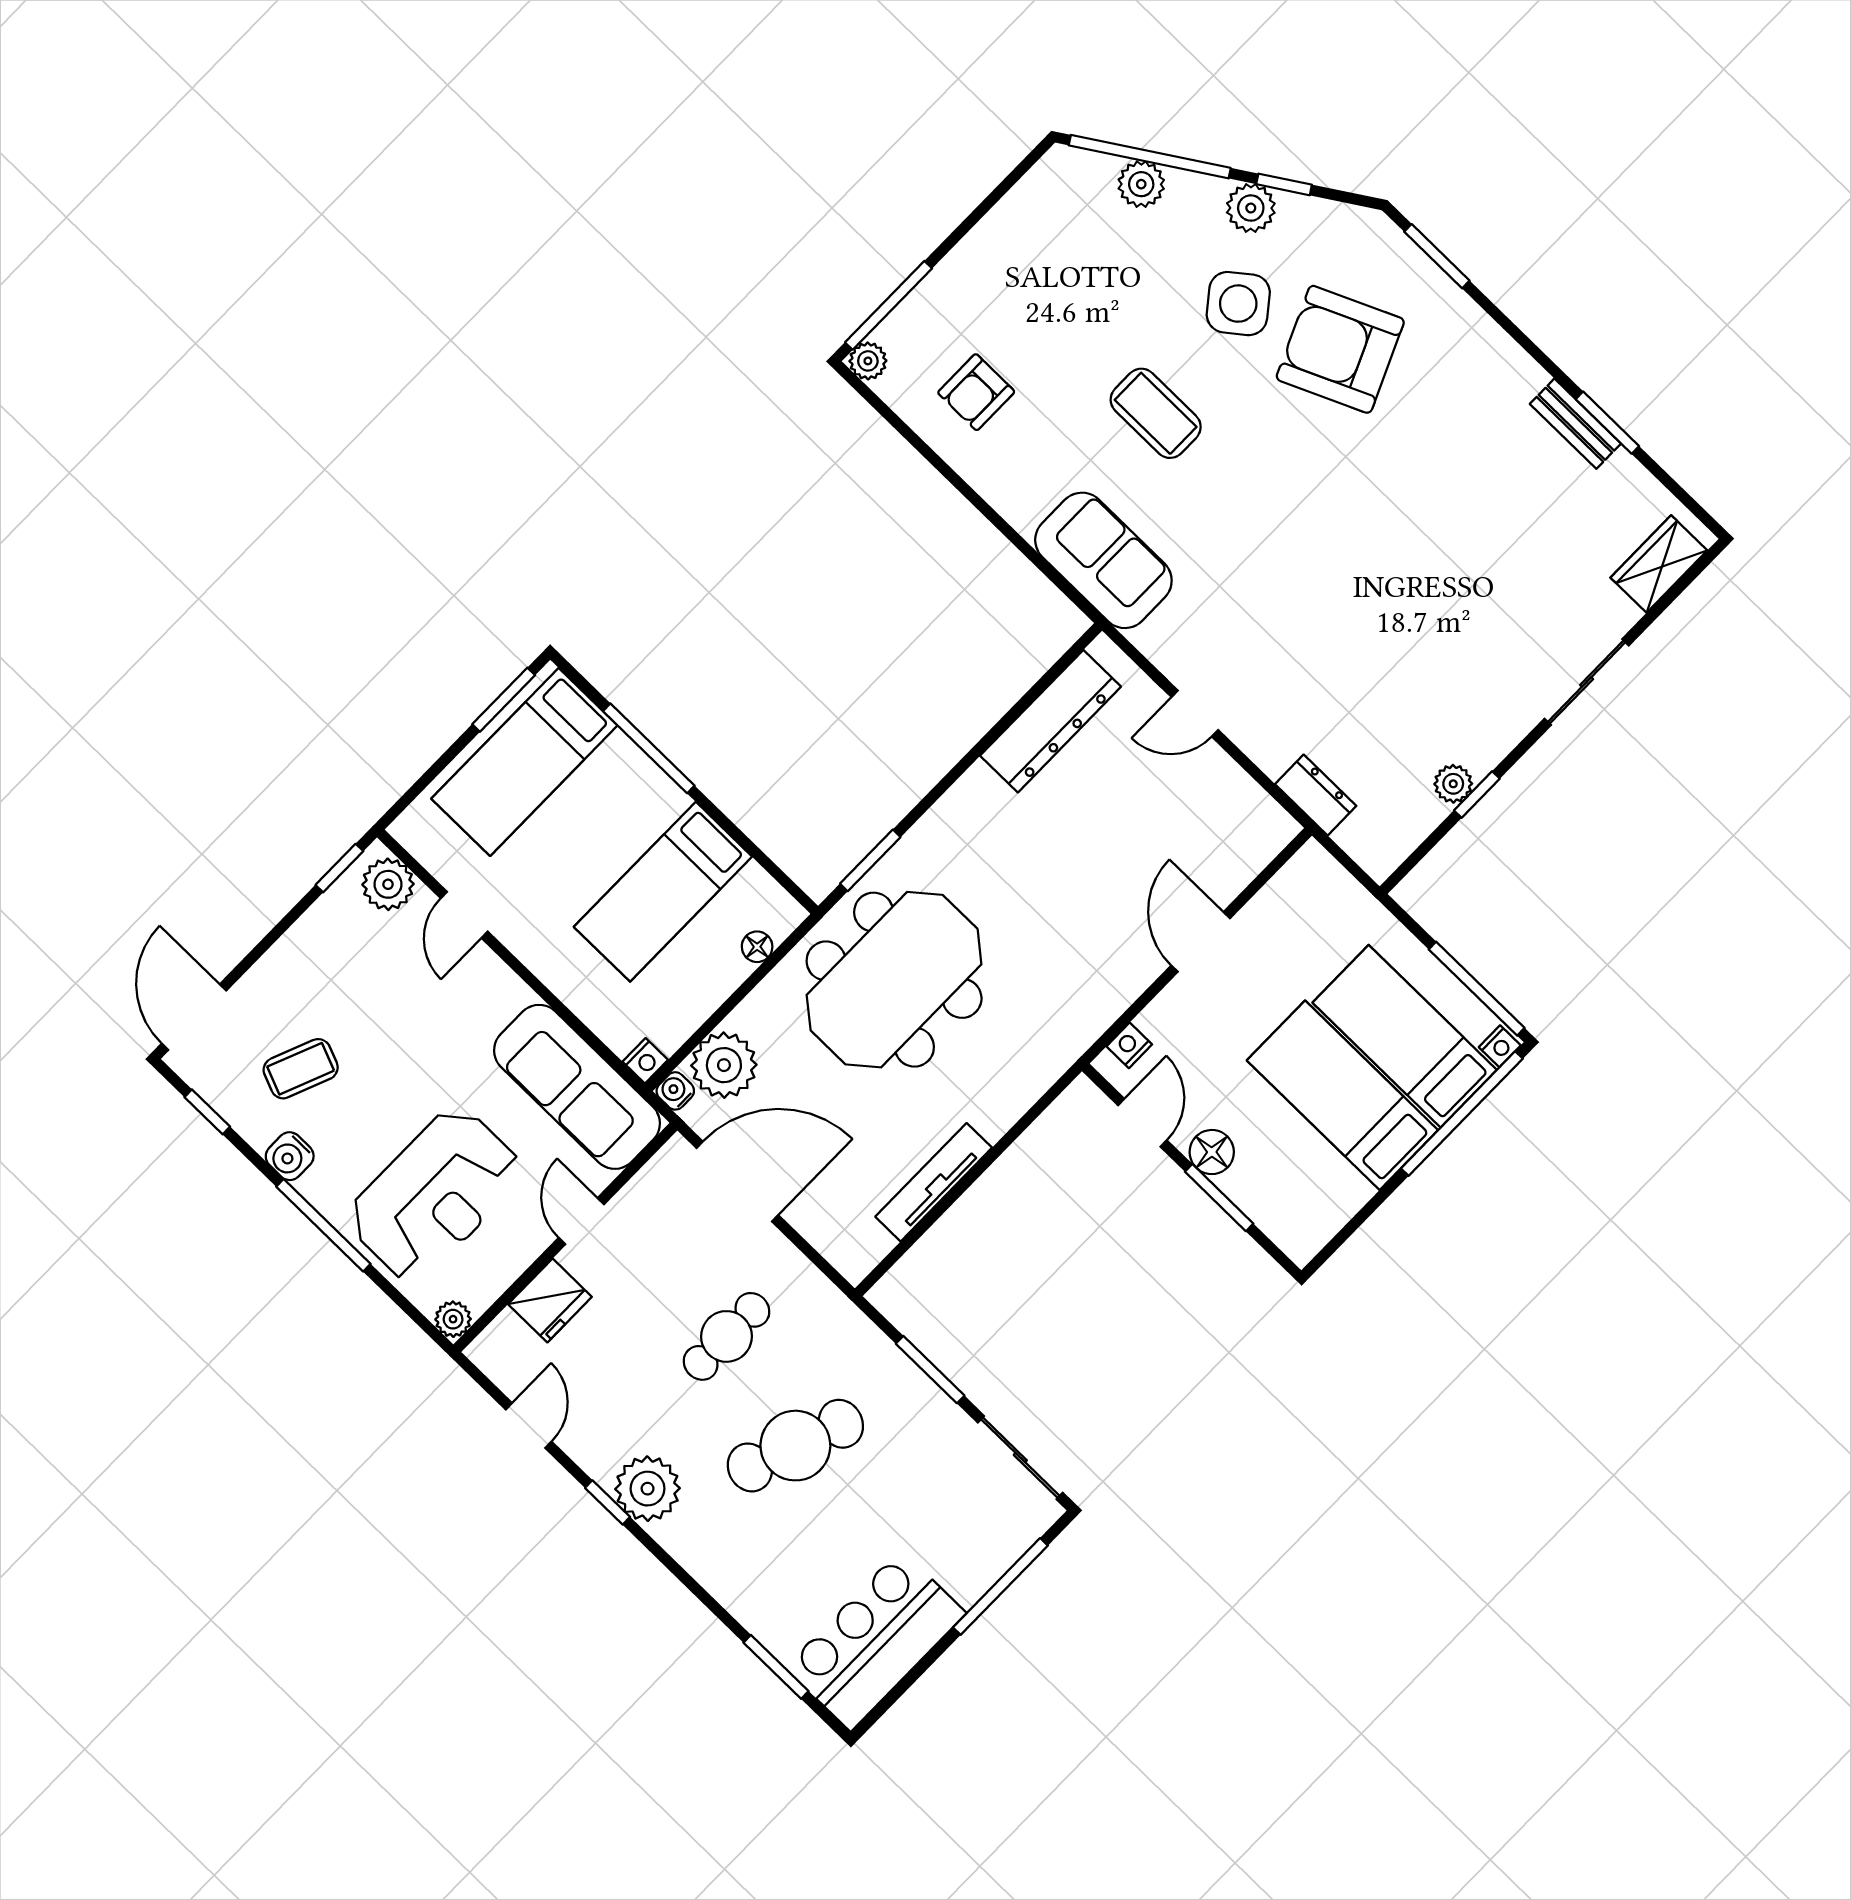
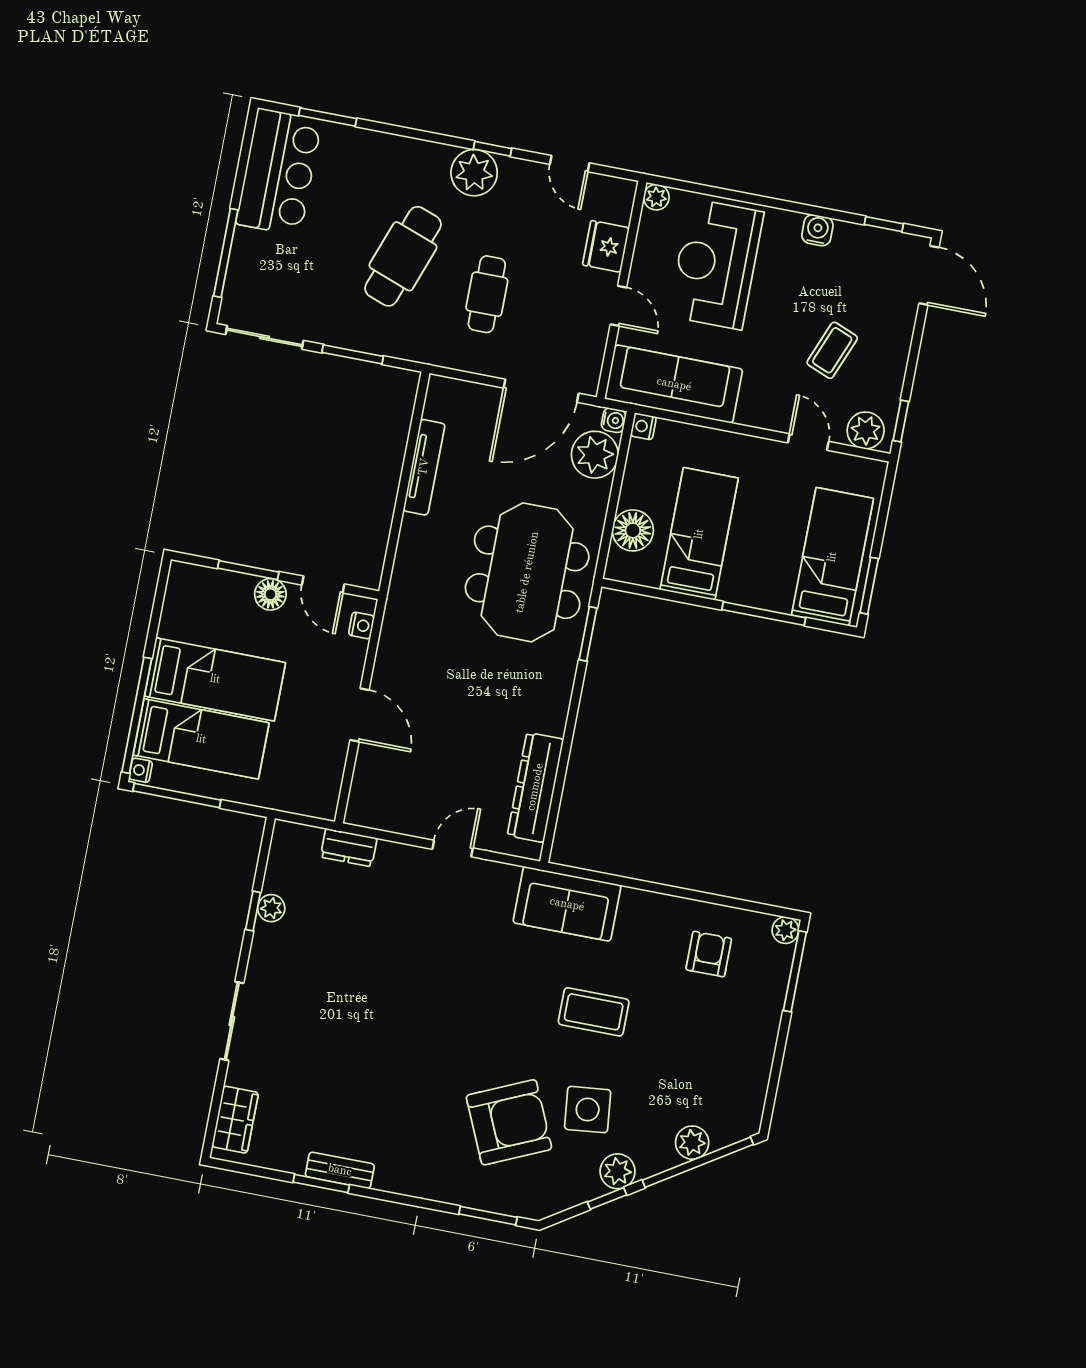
side table: (1238, 304) -> (588, 1110), turned 32
floor lamp: (757, 947) -> (633, 530), width x1.89, depth x1.89
coffee table: (301, 1069) -> (832, 350), moved
window: (323, 1225) -> (770, 202), removed

